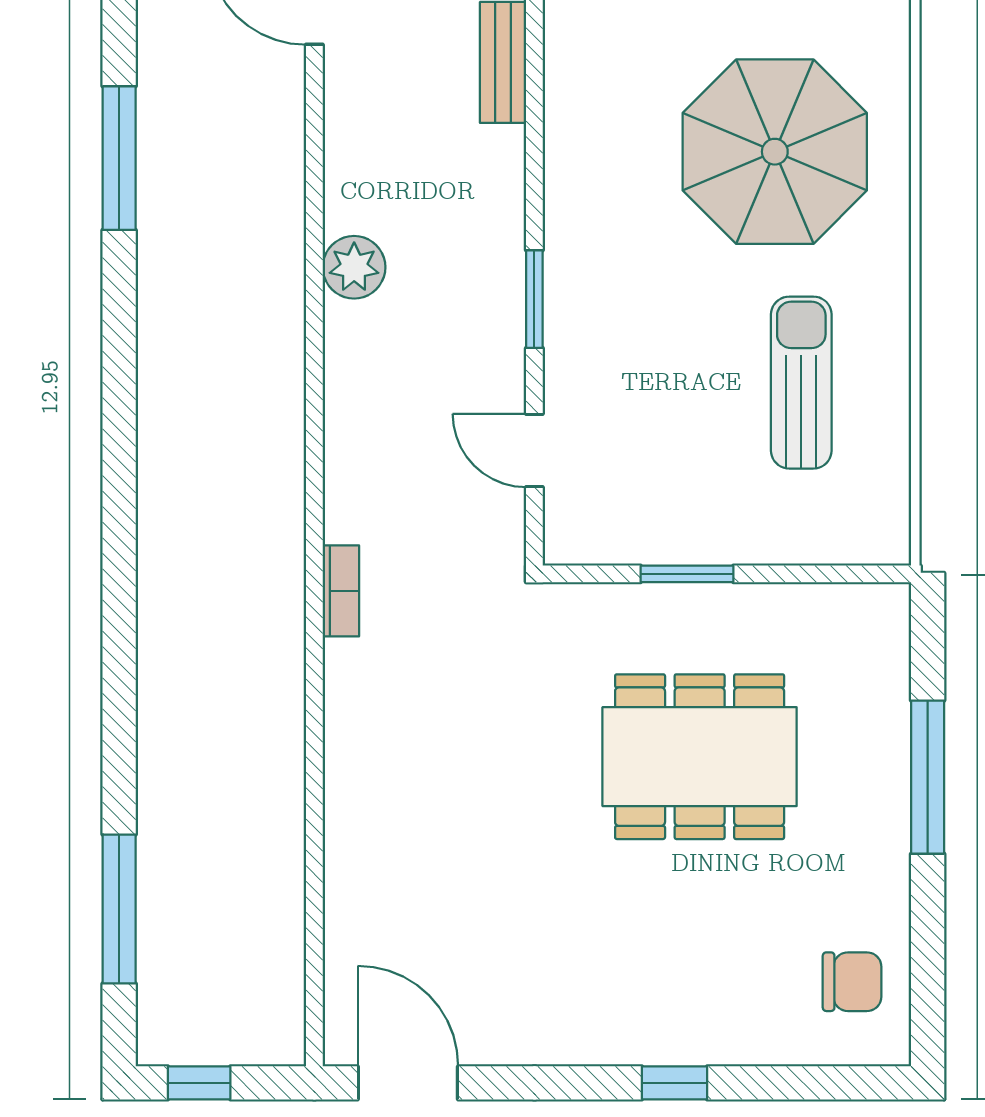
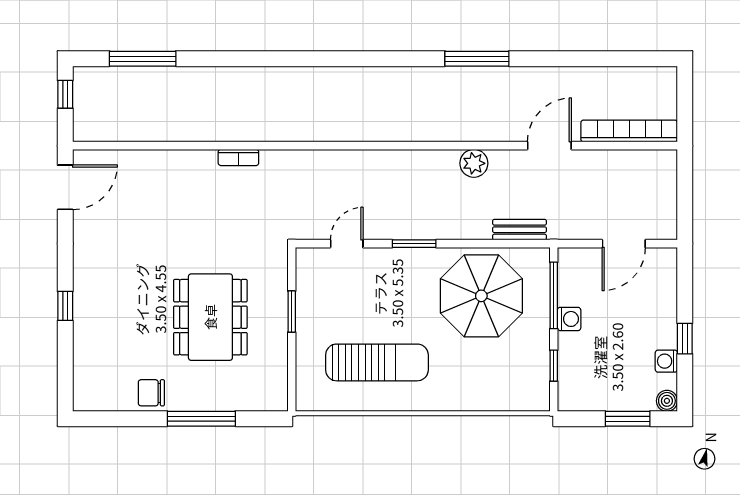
parasol: (775, 152) -> (481, 296), moved
plant: (354, 267) -> (474, 163), moved
sun lounger: (801, 383) -> (377, 362), width x1.36, depth x1.34
bookcase: (341, 591) -> (238, 157), moved
chair: (852, 982) -> (151, 393), moved, turned 90

